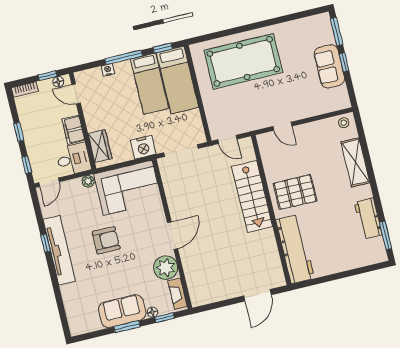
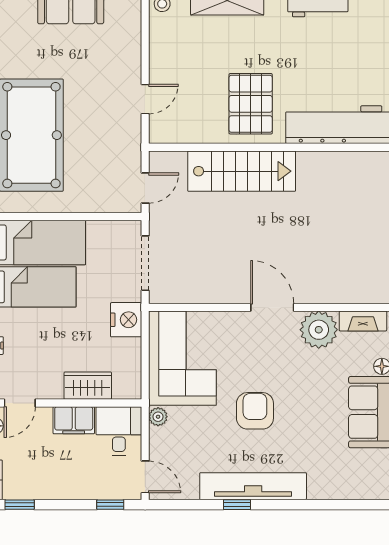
window: (19, 132) -> (20, 505), moved
wardrobe: (100, 146) -> (88, 386), moved

